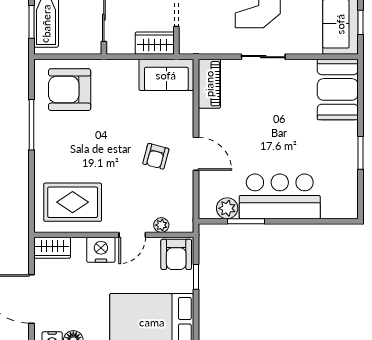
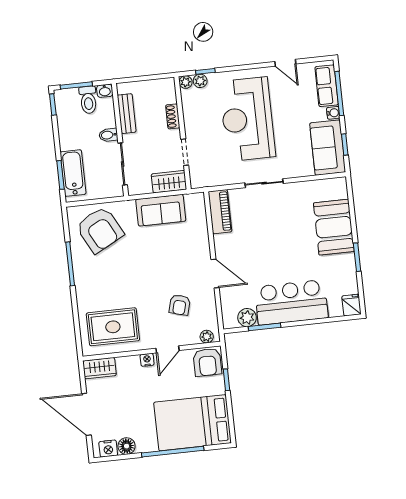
sofa: (166, 75) -> (161, 210), moved
booth: (338, 89) -> (334, 227), moved
armchair: (70, 90) -> (100, 230), turned -118
armchair: (156, 156) -> (180, 305), moved
fridge: (348, 207) -> (351, 305), added
plant: (161, 225) -> (207, 337), moved
nightstand: (101, 250) -> (147, 360), width x0.53, depth x0.56

